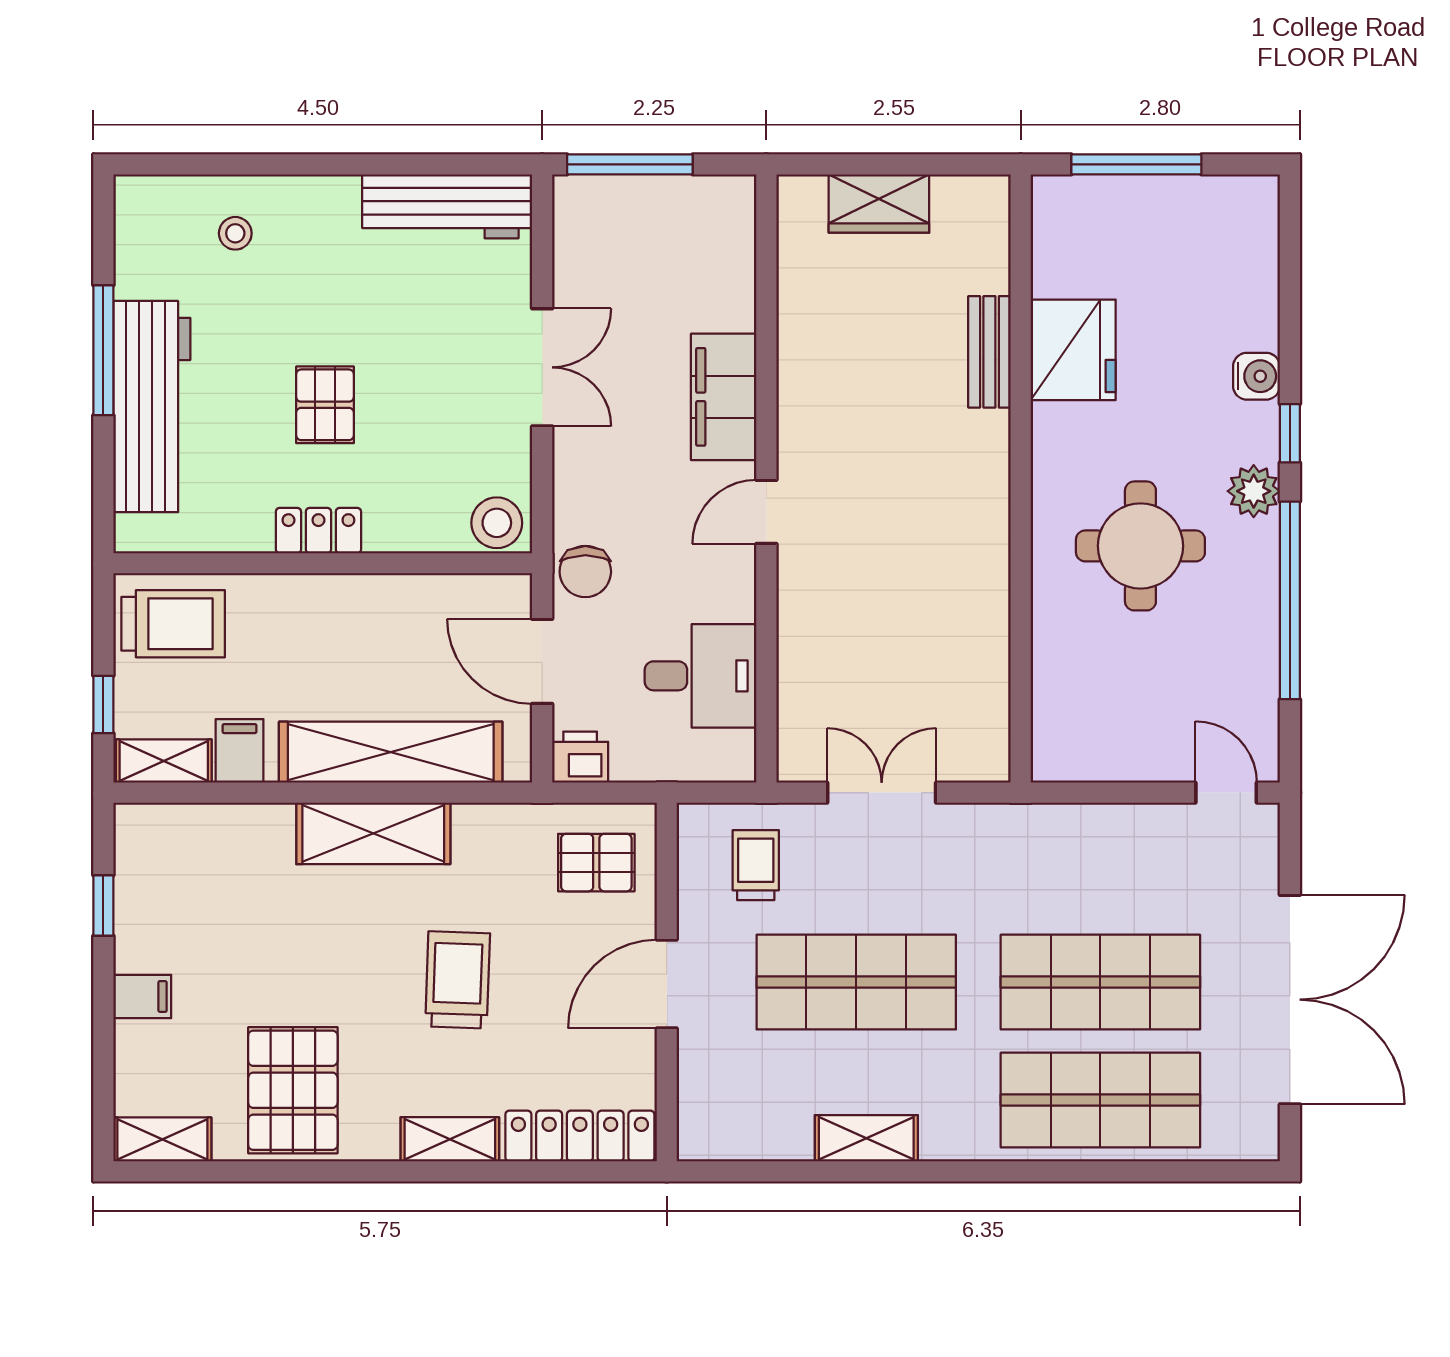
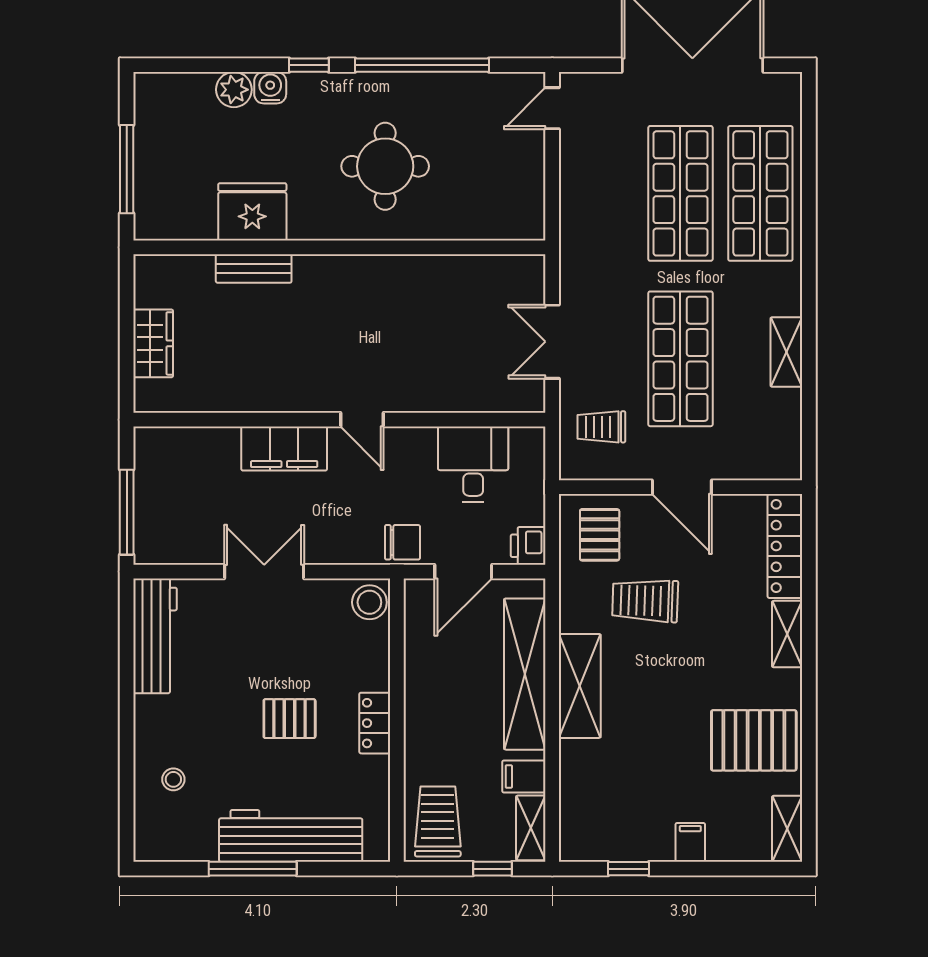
plant: (1254, 491) -> (234, 90), moved
trolley: (458, 980) -> (645, 601), moved

